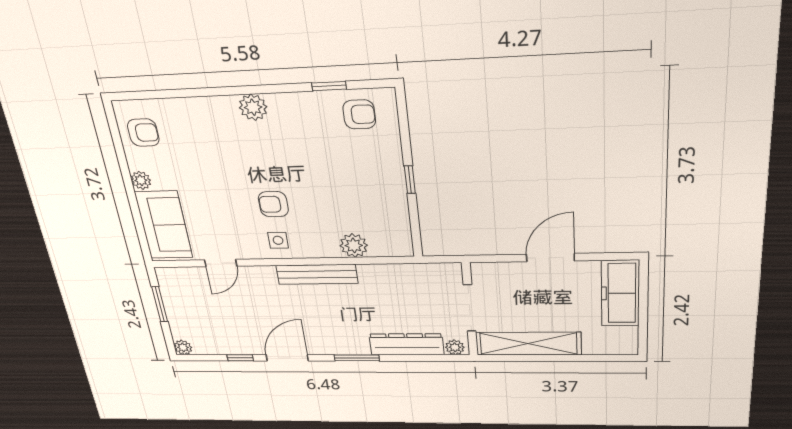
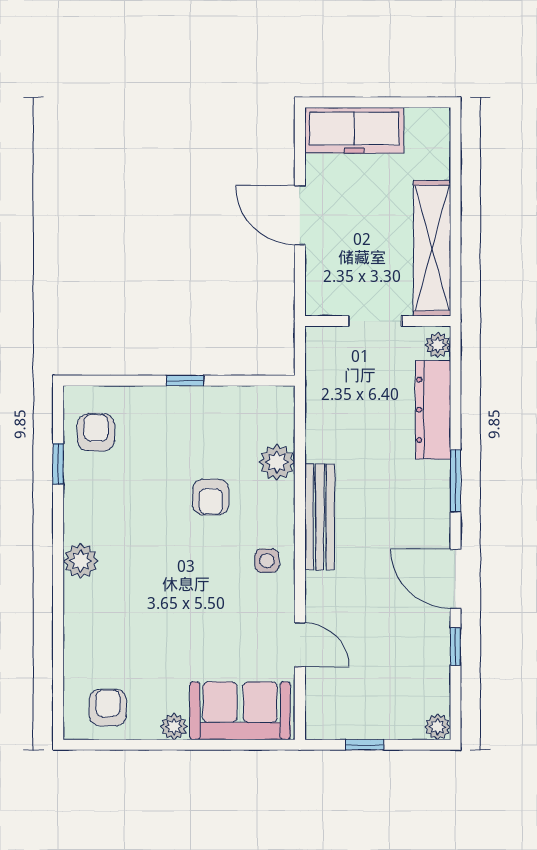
armchair: (273, 204) -> (211, 497), moved
window: (160, 304) -> (365, 745), width x0.67
doorway: (470, 308) -> (375, 321), width x0.73

